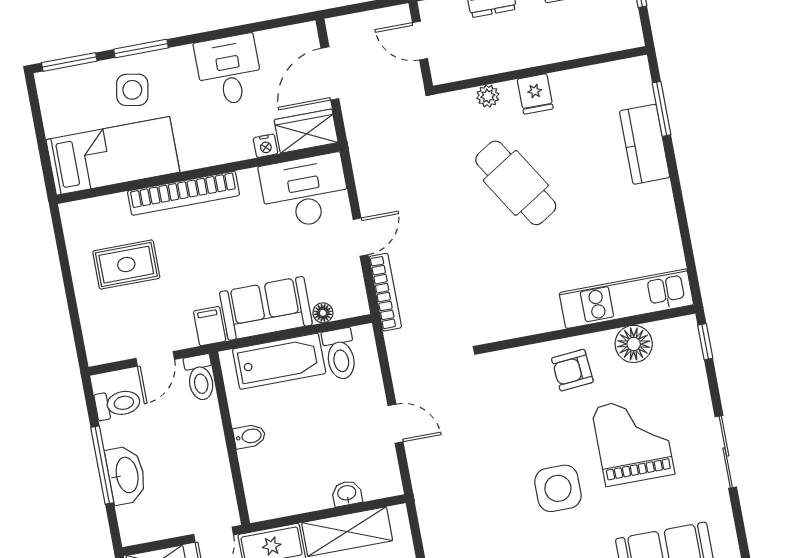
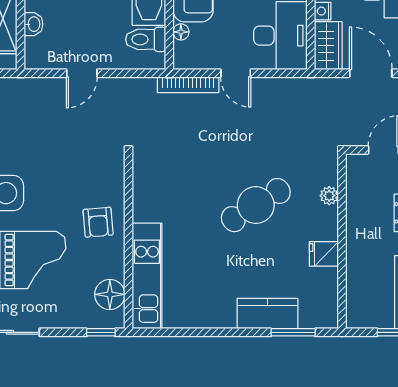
fridge: (535, 94) -> (324, 254), moved
floor lamp: (634, 344) -> (110, 294), moved
armchair: (572, 370) -> (98, 222), turned 180

